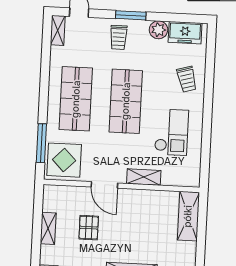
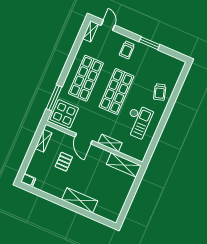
window: (131, 15) -> (149, 43), moved
plant: (158, 30) -> (154, 54), removed
freezer: (185, 33) -> (170, 62), removed
shelving: (188, 216) -> (124, 165), moved, turned 90
shelving: (48, 228) -> (44, 141), moved

